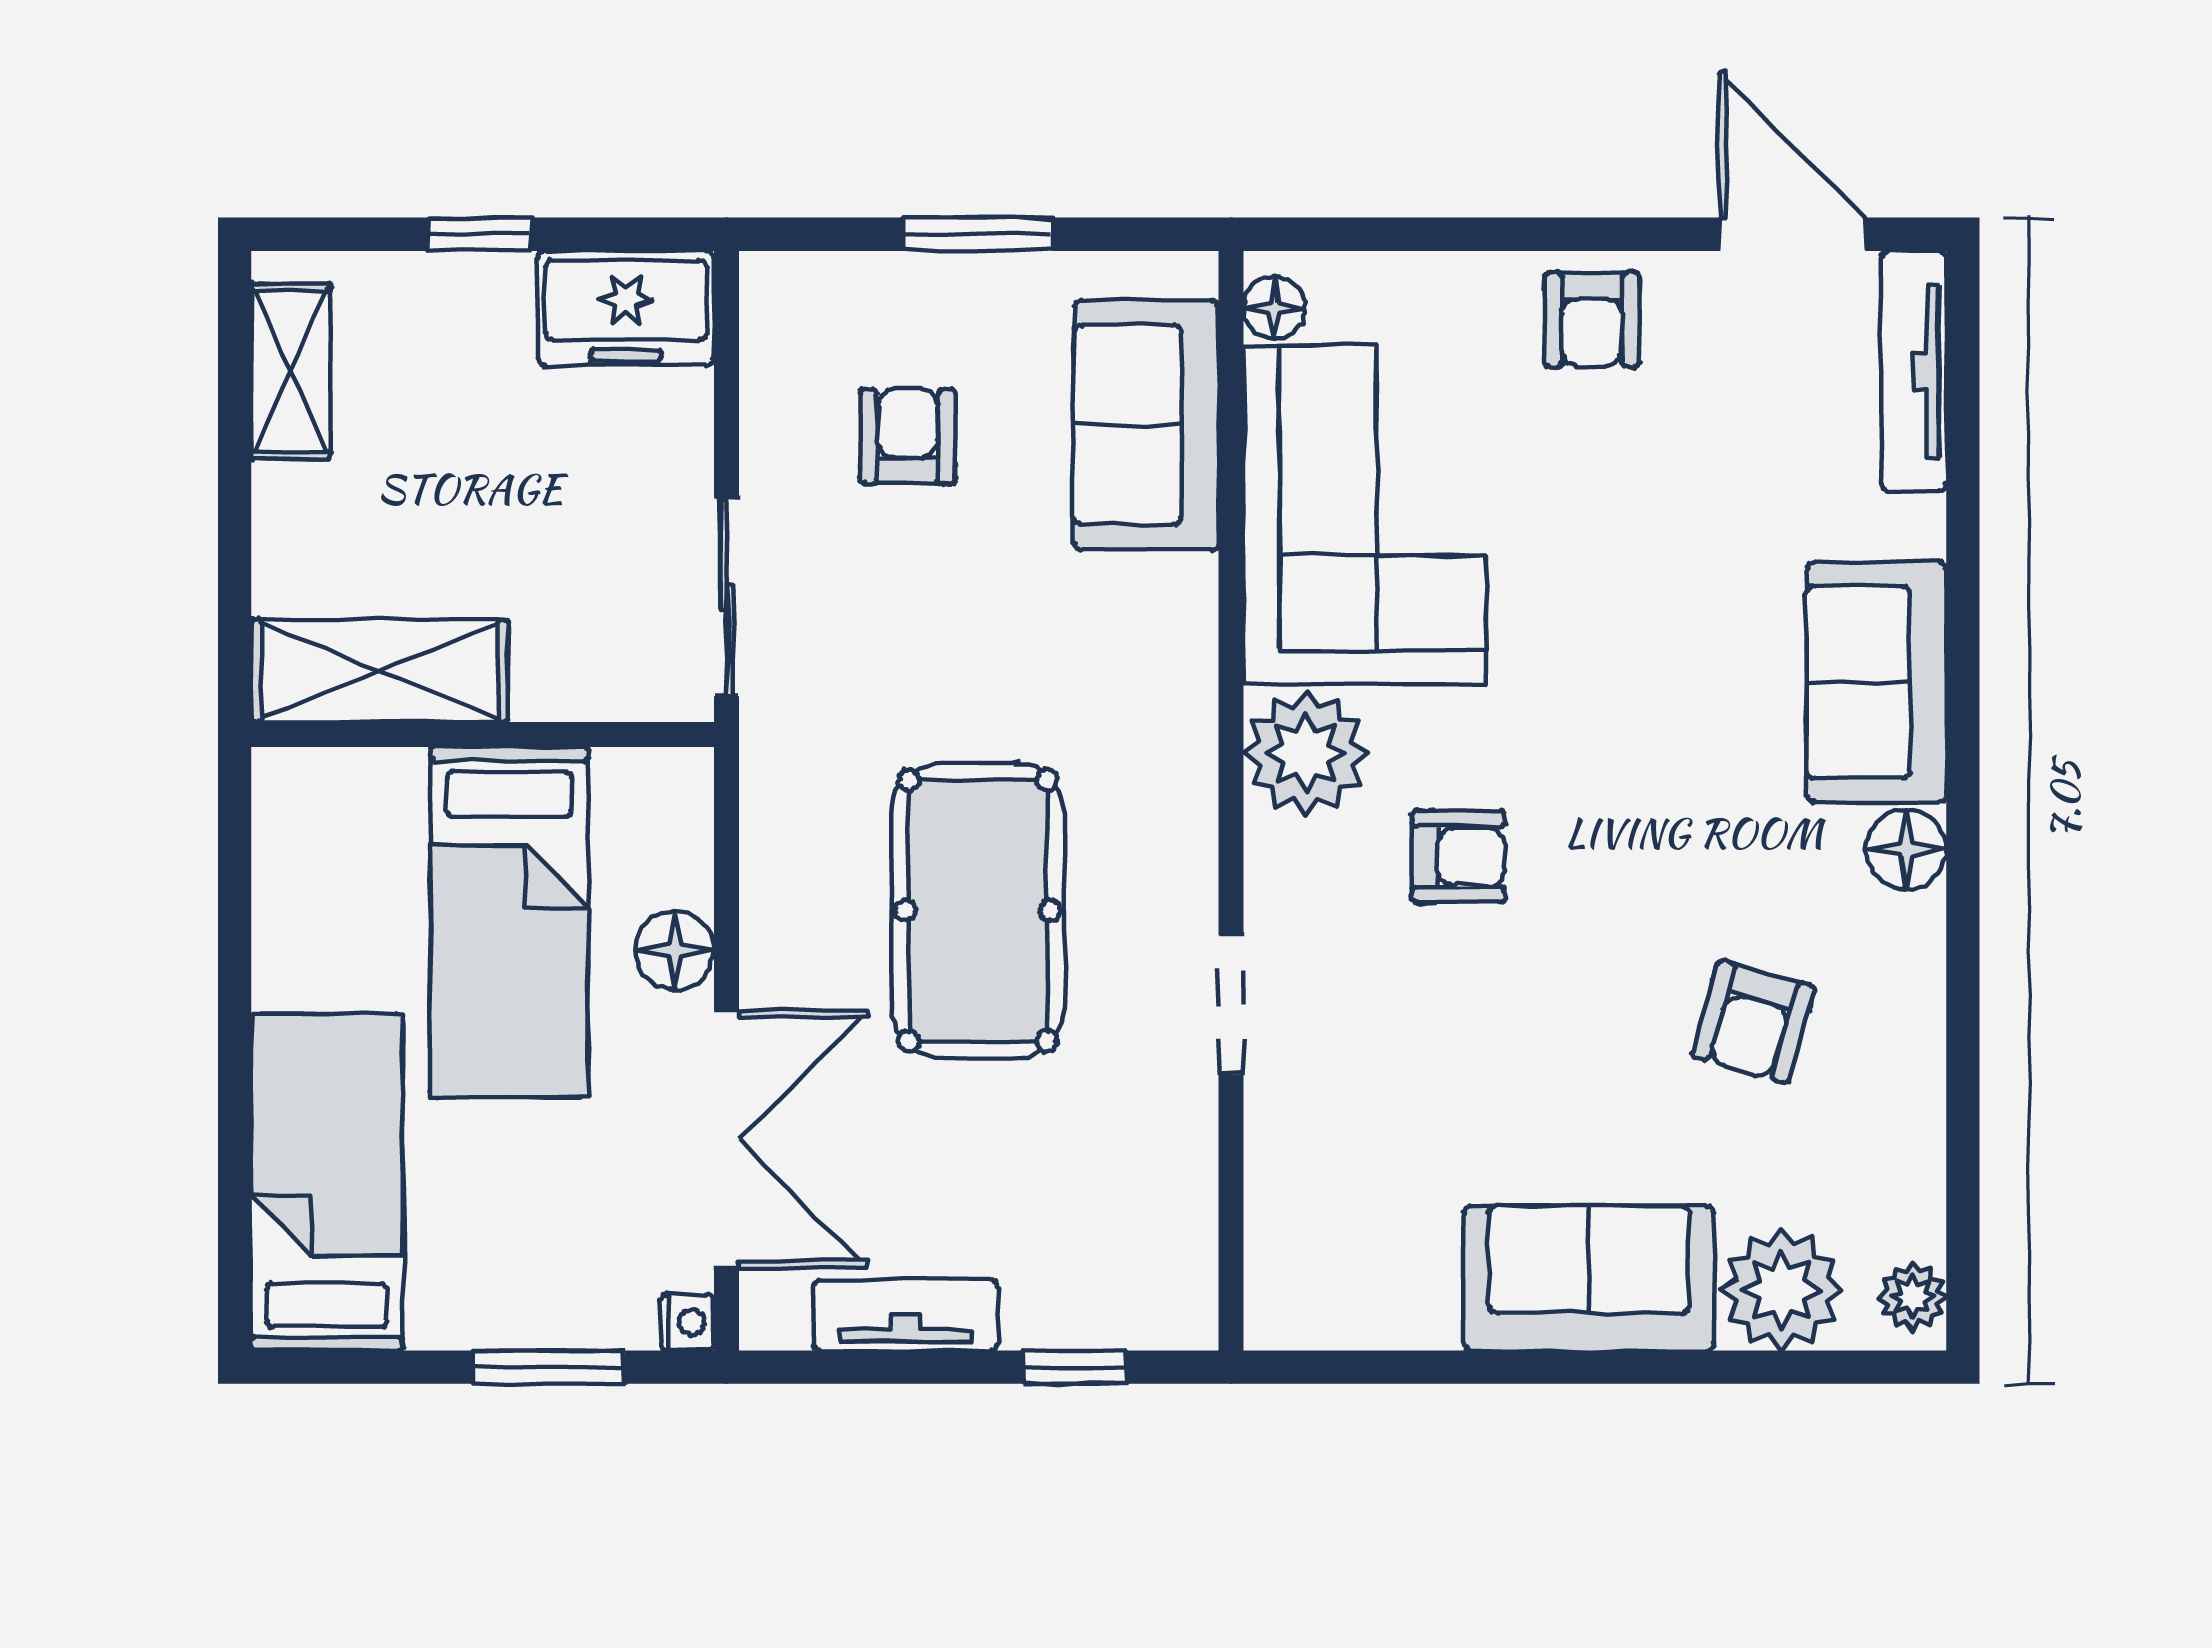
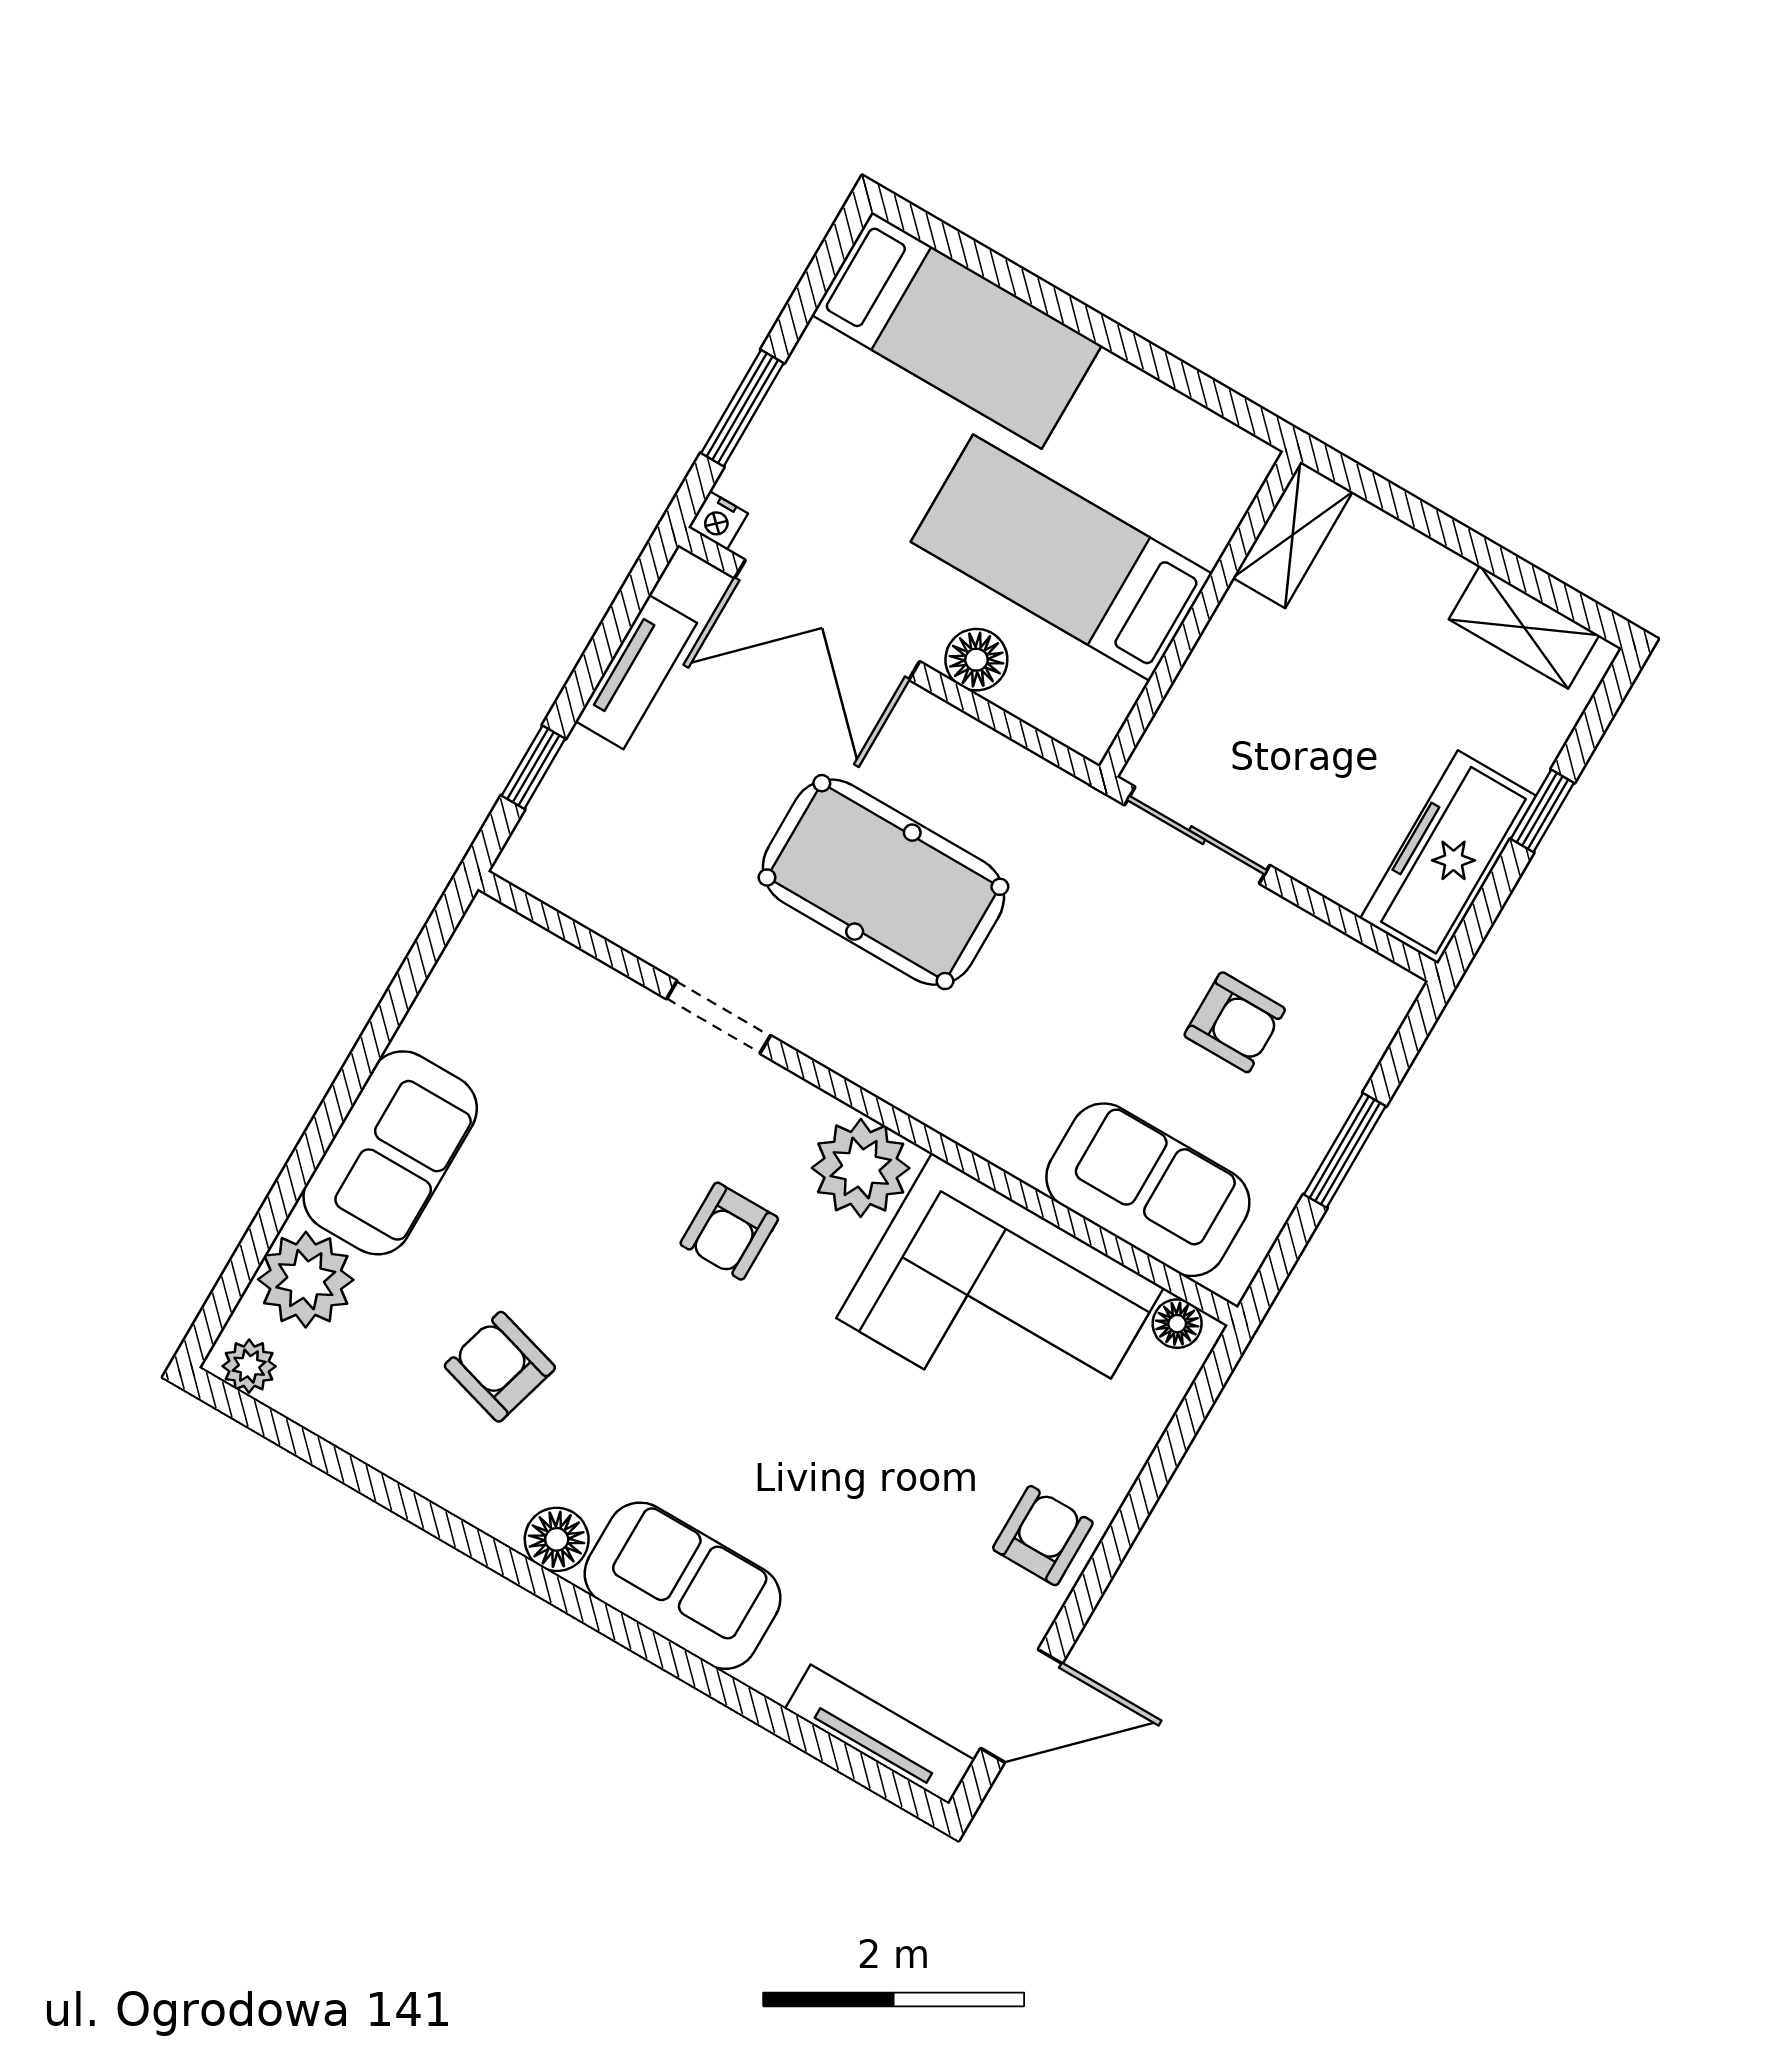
freezer: (626, 308) -> (1448, 857), width x1.40
armchair: (1592, 319) -> (1043, 1536), turned 90
shelving: (379, 671) -> (1293, 535), width x0.67, depth x0.75

